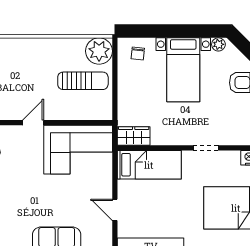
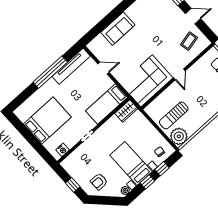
window: (153, 31) -> (162, 169), added
window: (184, 31) -> (147, 182), added

